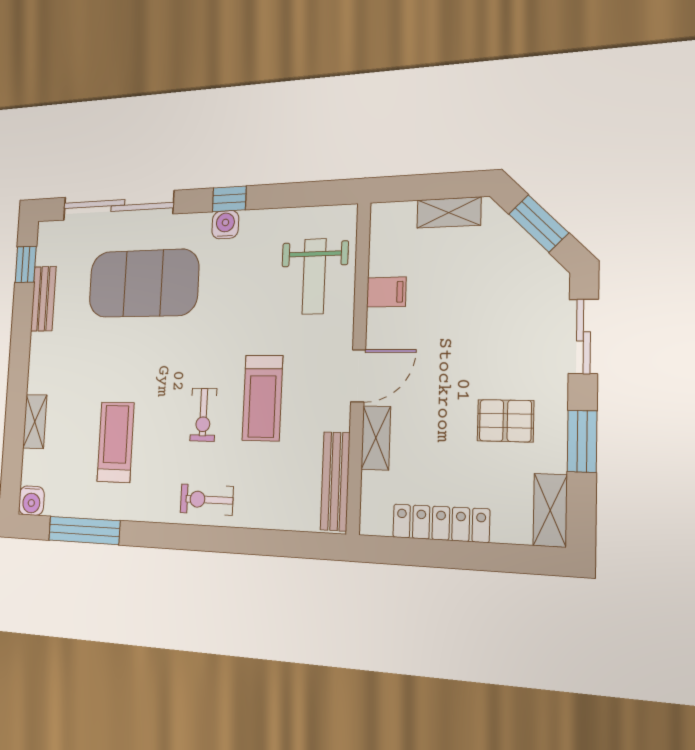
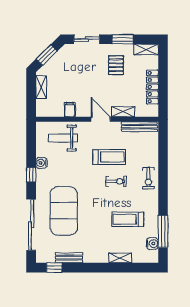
water cooler: (225, 225) -> (41, 163), moved
weight bench: (314, 276) -> (63, 138), turned 180
water cooler: (31, 501) -> (152, 244), moved

